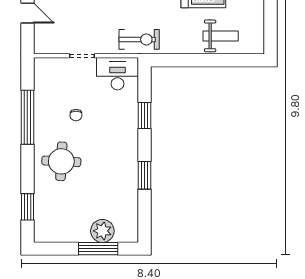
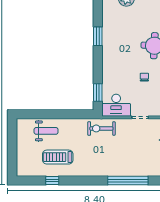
weight bench: (221, 36) -> (46, 131), turned 180
window: (144, 115) -> (98, 93), moved

